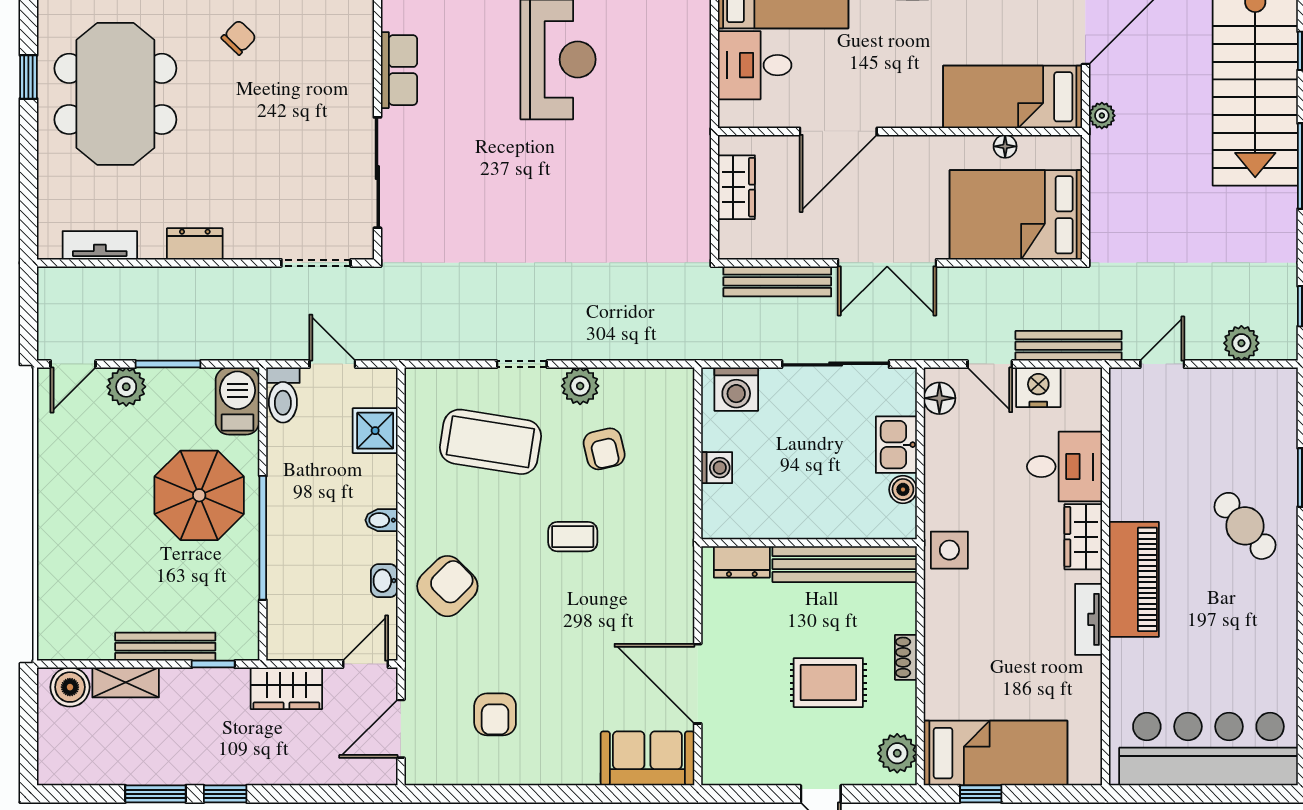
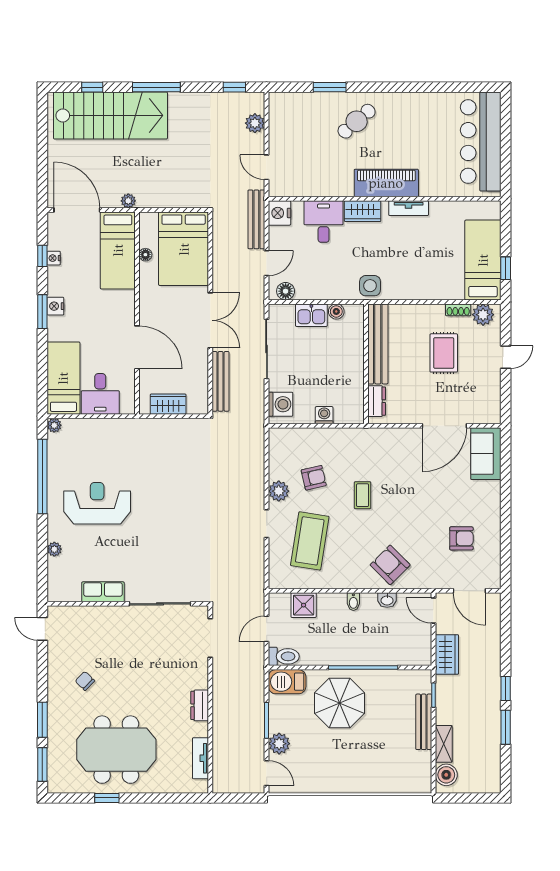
nightstand: (1038, 387) -> (279, 213), moved
shoe rack: (906, 657) -> (458, 310), moved

